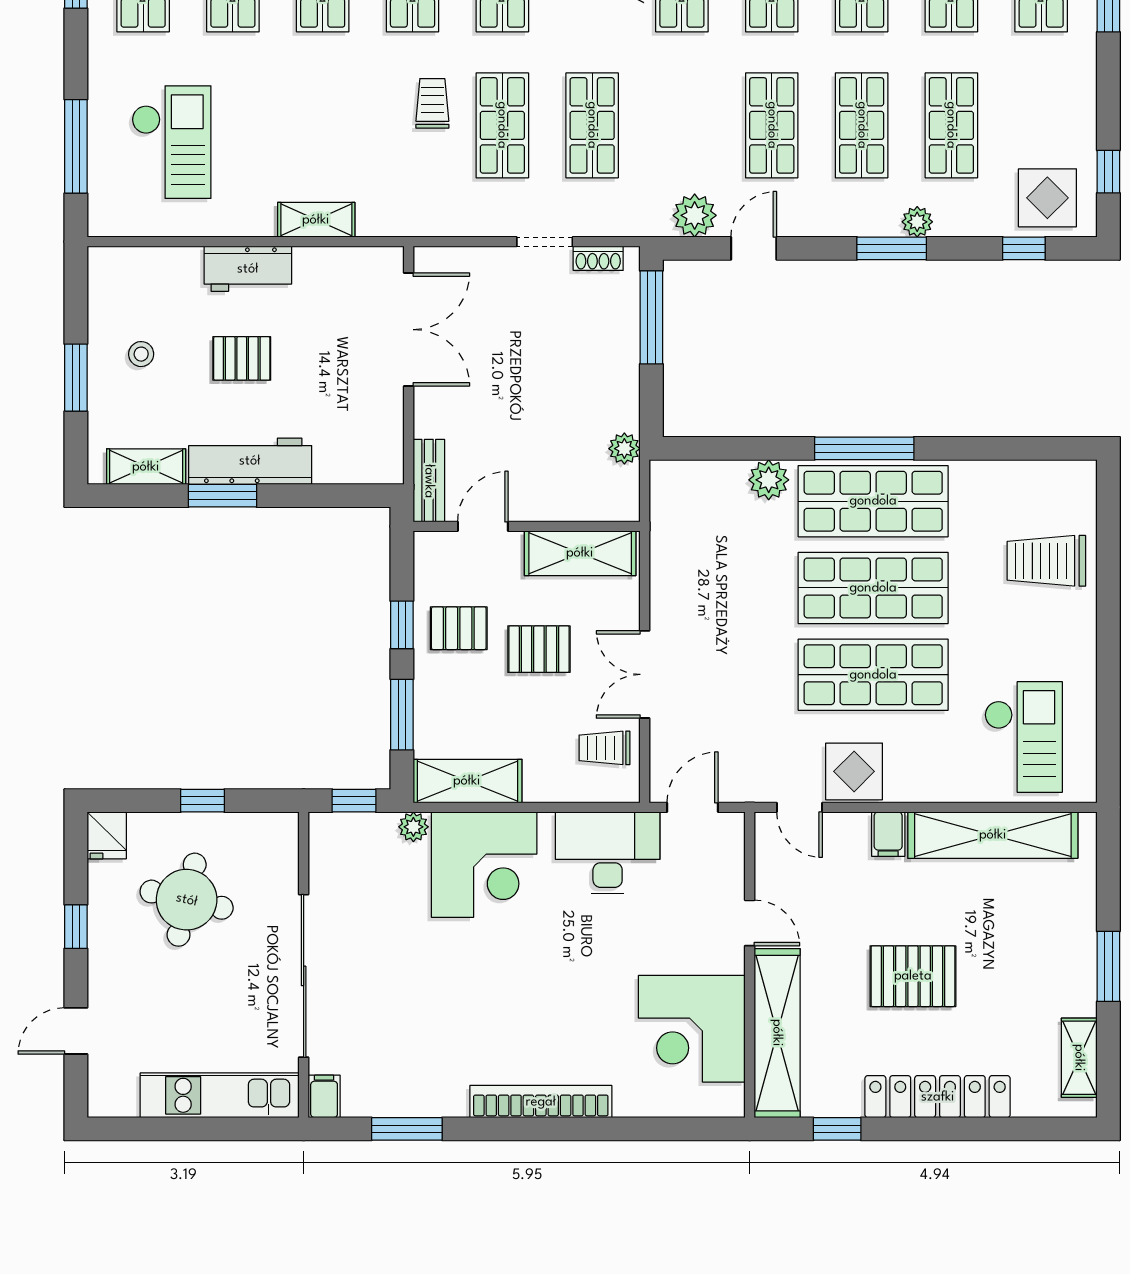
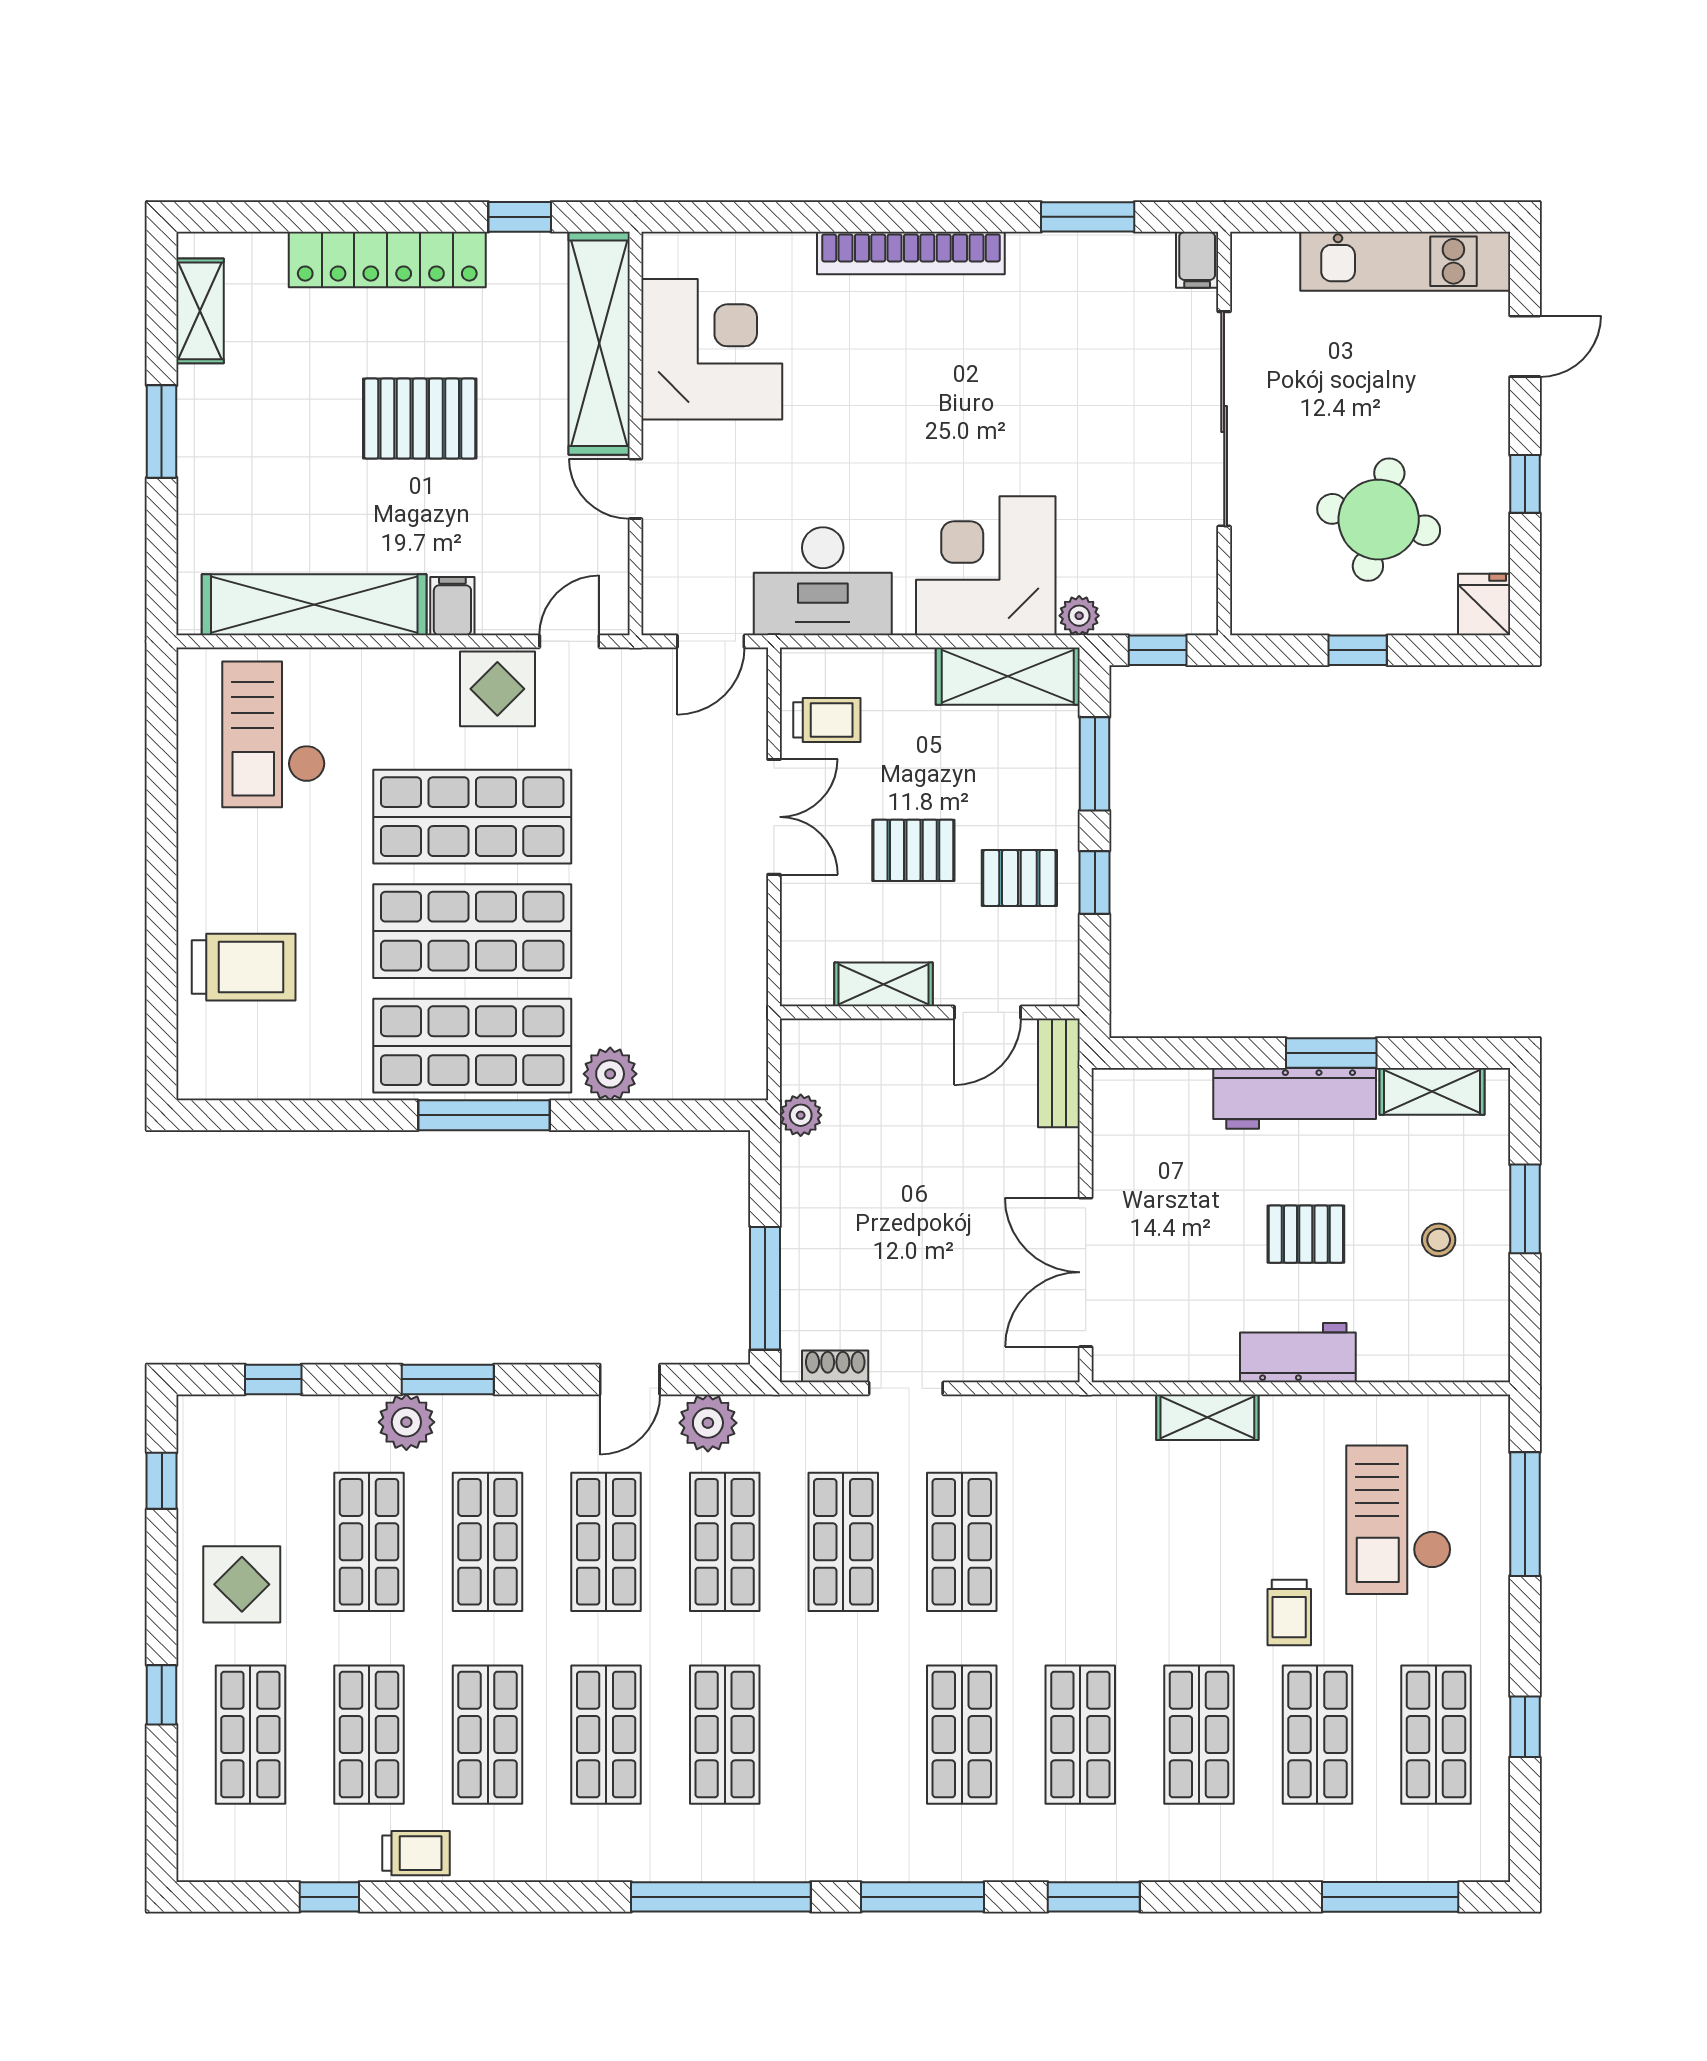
trolley: (432, 103) -> (1289, 1613), moved
shop shelf: (682, 125) -> (725, 1542), added
display table: (1047, 198) -> (242, 1584), moved
plant: (917, 222) -> (406, 1422), width x1.38, depth x1.38
shelving: (580, 553) -> (884, 984), width x0.67, depth x0.75
door: (800, 807) -> (569, 641), hinge flipped
kitchen unit: (220, 1095) -> (1405, 261), moved

